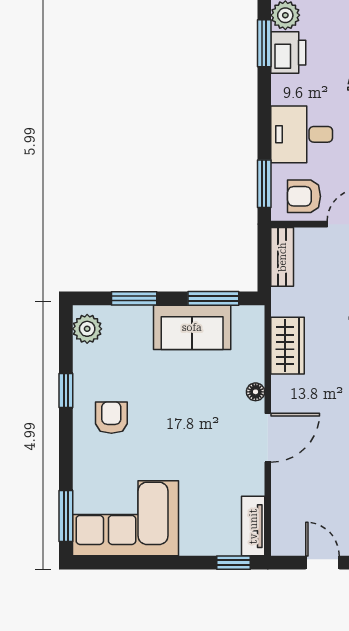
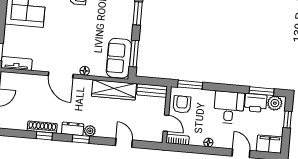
desk: (302, 134) -> (229, 107), moved
sofa: (192, 327) -> (119, 58), moved
wardrobe: (287, 346) -> (114, 90), width x1.50

